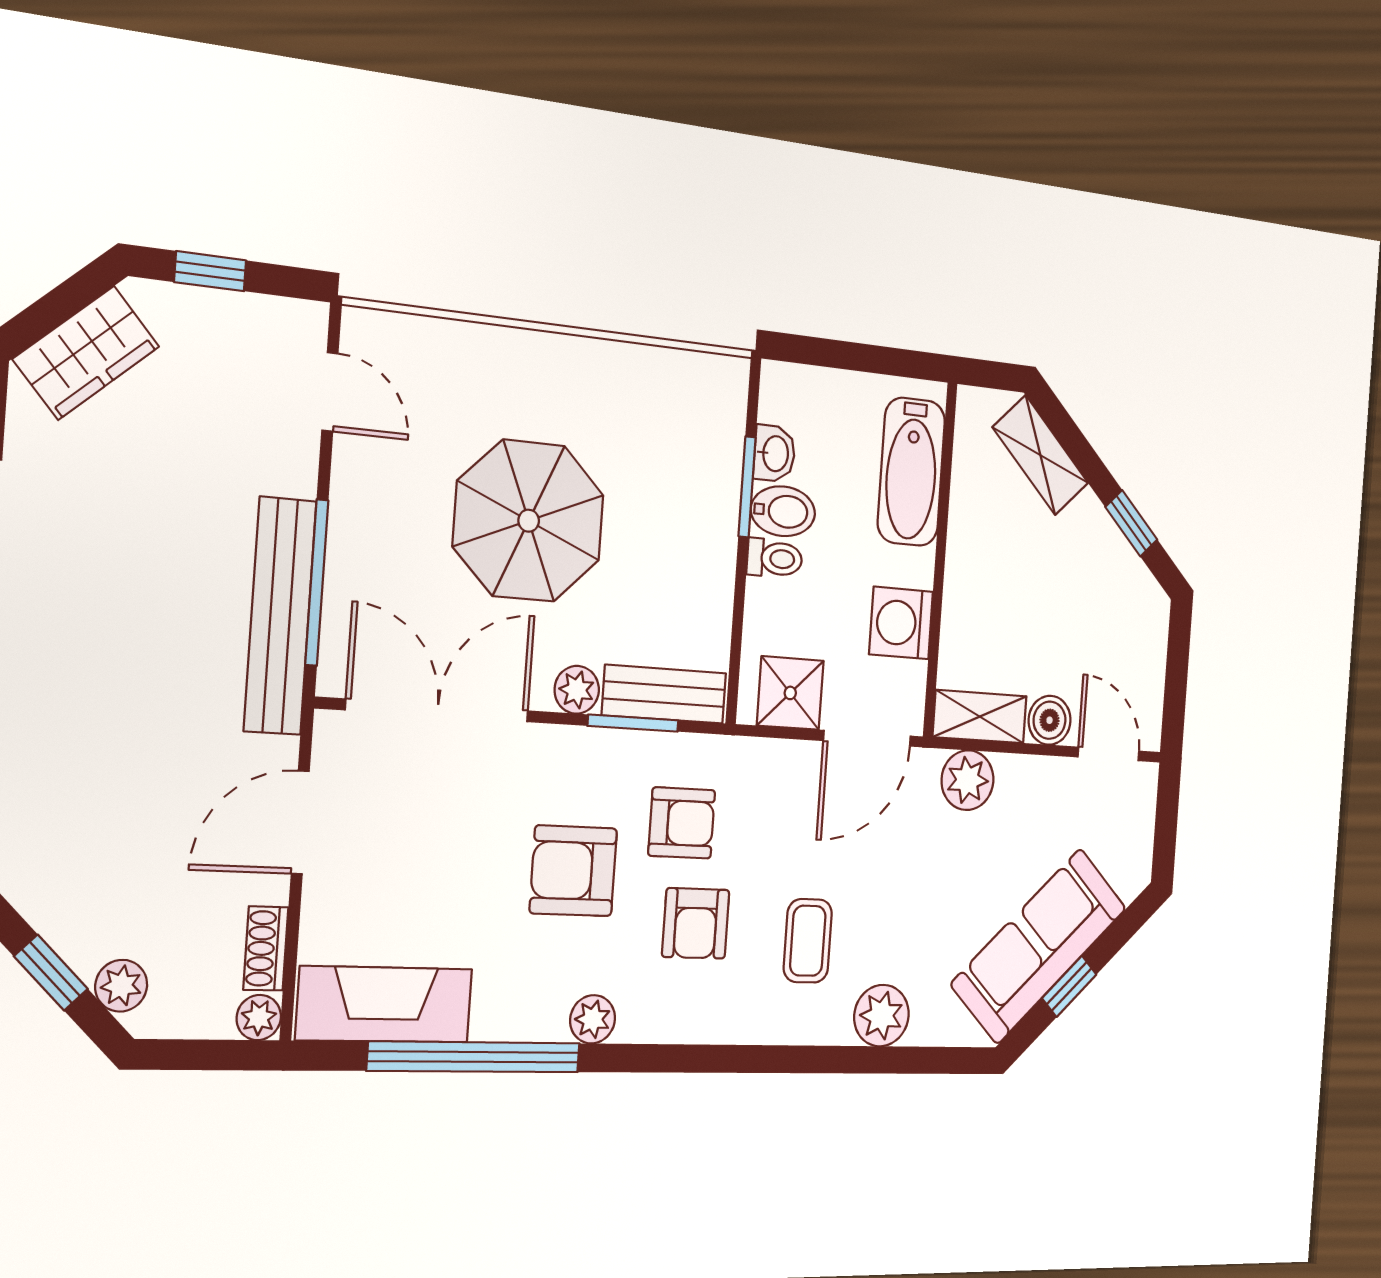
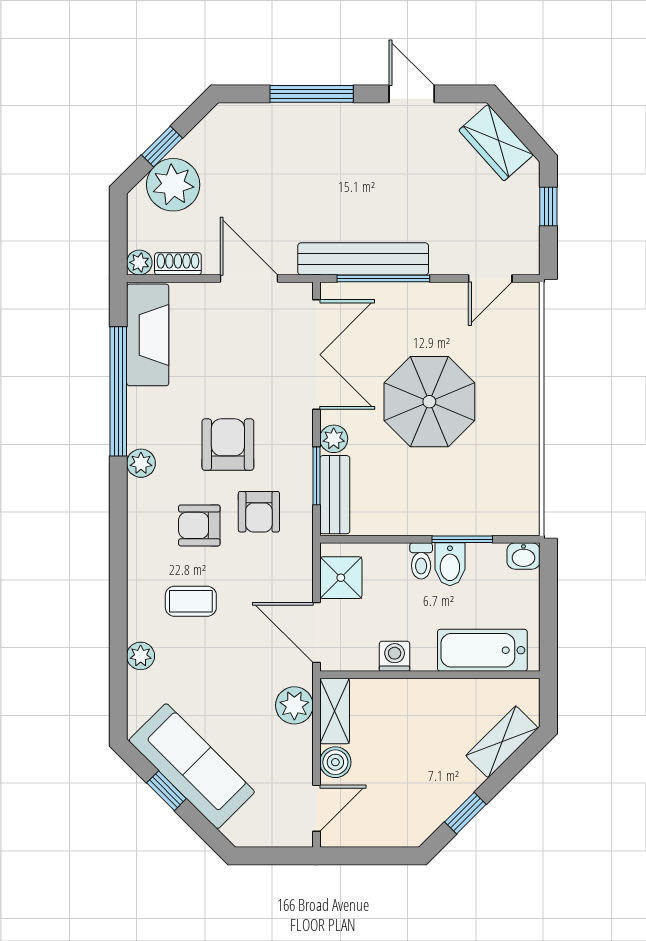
washbasin: (774, 454) -> (523, 556), moved
washing machine: (901, 623) -> (395, 656), width x0.73, depth x0.73
plant: (121, 986) -> (173, 185), width x1.88, depth x1.88
plant: (881, 1016) -> (141, 656), width x0.73, depth x0.73

